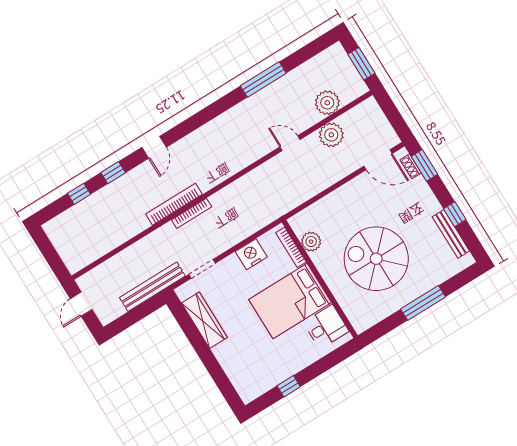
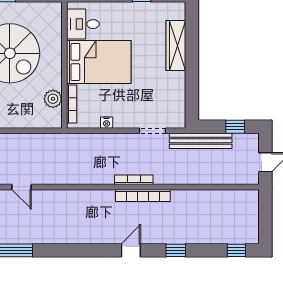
window: (79, 194) -> (236, 250), moved
nightstand: (251, 254) -> (107, 123), width x0.53, depth x0.56
window: (129, 319) -> (235, 127), added
wardrobe: (204, 320) -> (176, 45), moved

